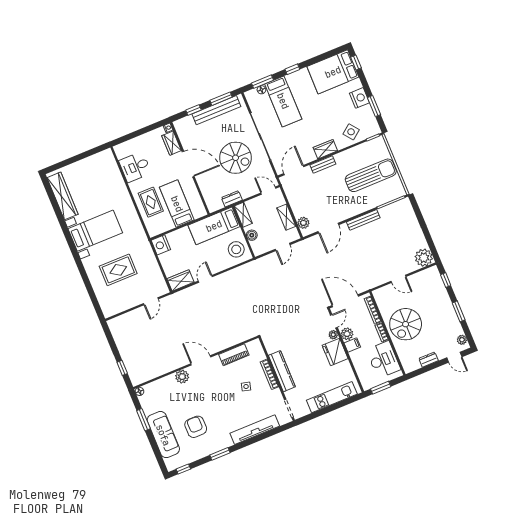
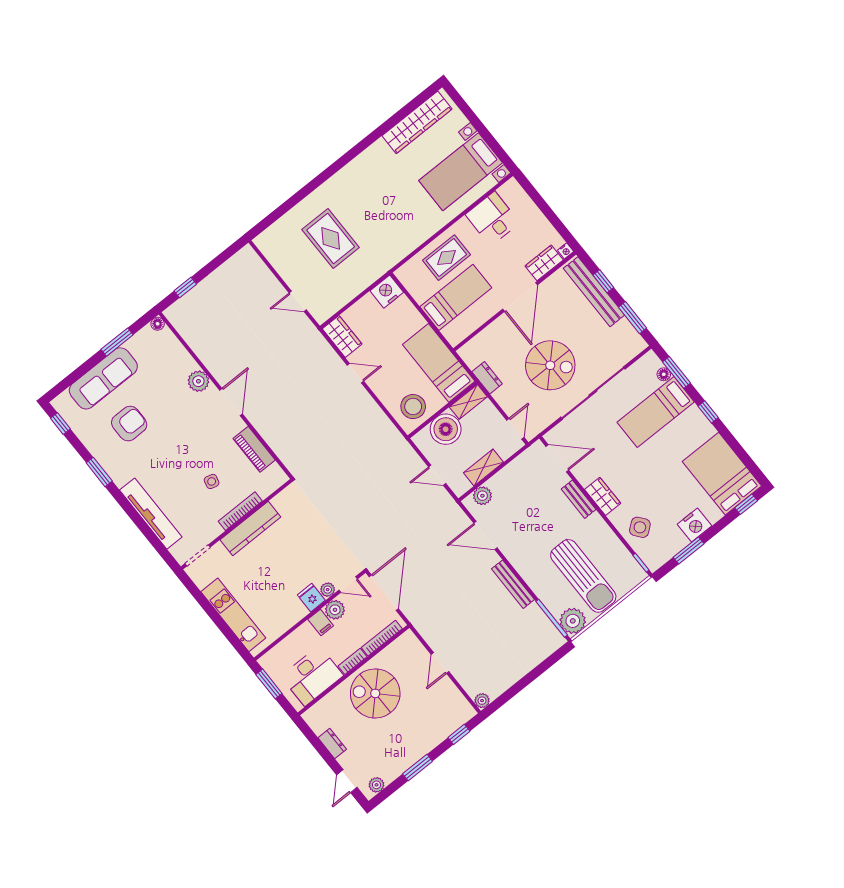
bench: (216, 110) -> (594, 292), moved
spiral stairs: (236, 158) -> (550, 365), turned -90
plant: (396, 190) -> (573, 621), added
bed with nightstands: (95, 231) -> (461, 172), moved, turned 90
boiler: (252, 235) -> (446, 429), width x1.86, depth x1.86
plant: (424, 258) -> (482, 701), width x0.53, depth x0.53
fridge: (335, 352) -> (311, 598), width x0.53, depth x0.75

